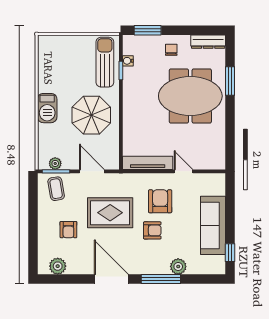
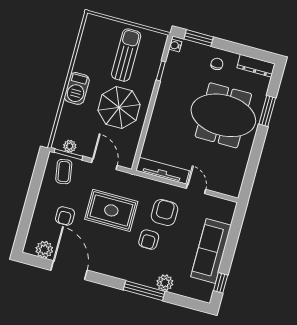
water cooler: (128, 61) -> (175, 45), moved
sun lounger: (105, 62) -> (126, 55), moved
armchair: (152, 230) -> (149, 240), turned 91
door: (111, 279) -> (69, 270), moved

